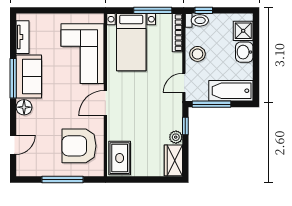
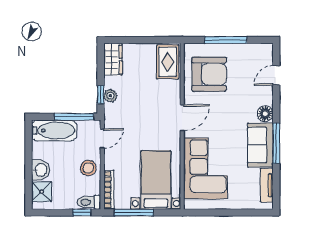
plant: (176, 137) -> (110, 96), moved

